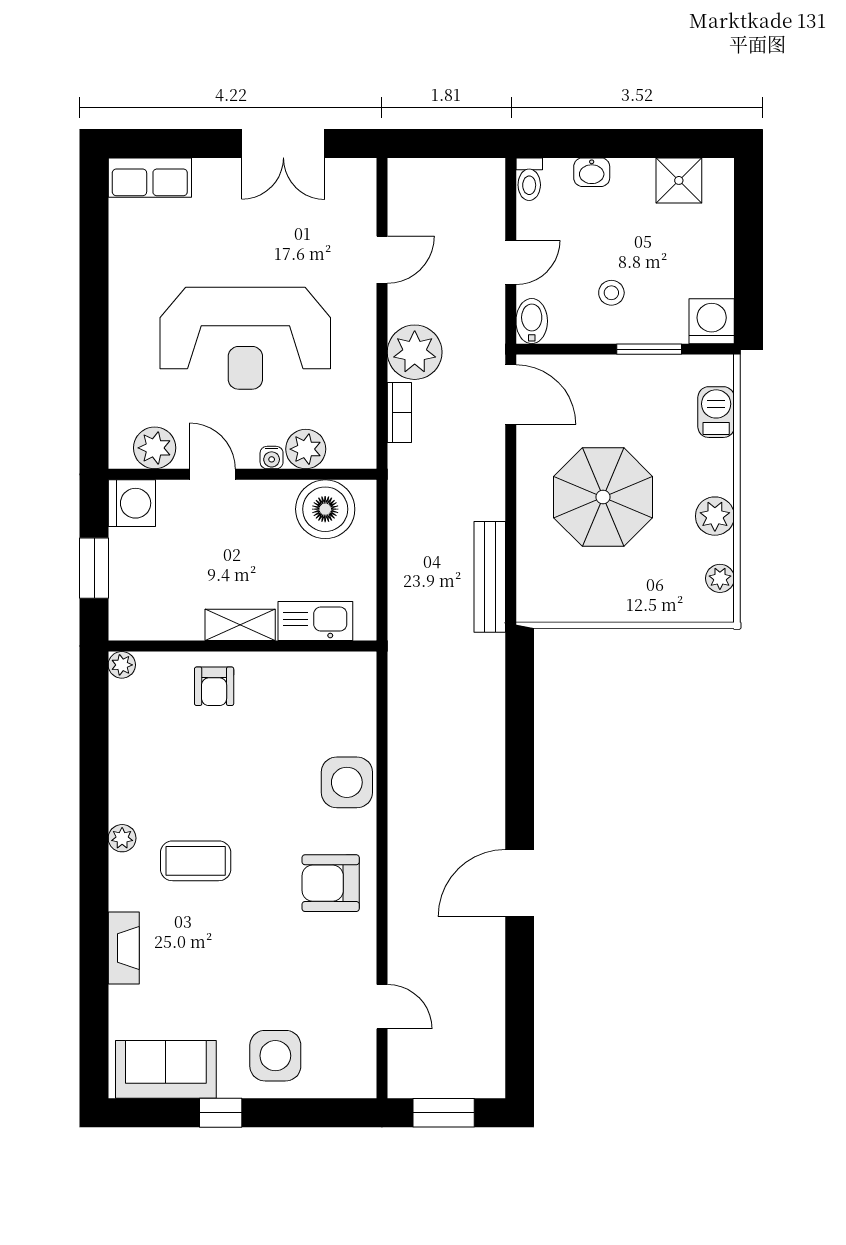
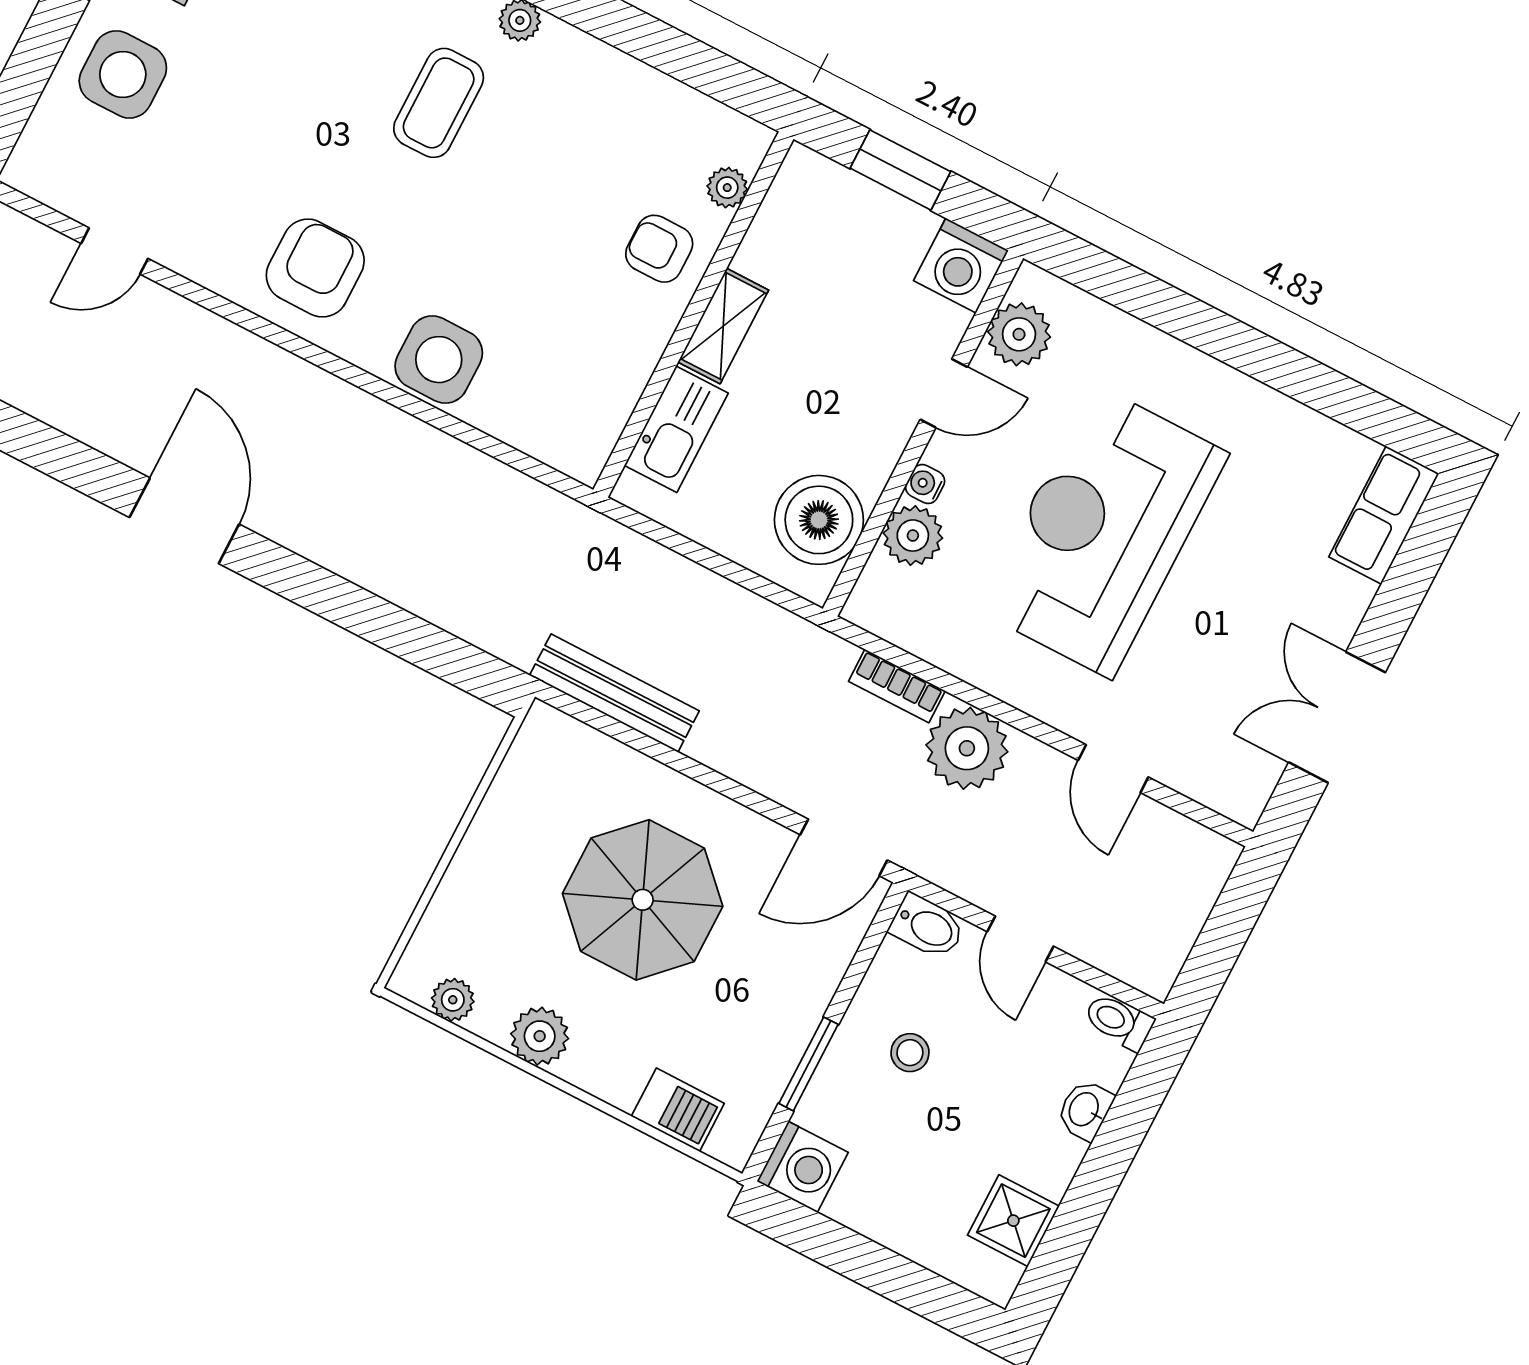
plant: (122, 665) -> (727, 188), moved

